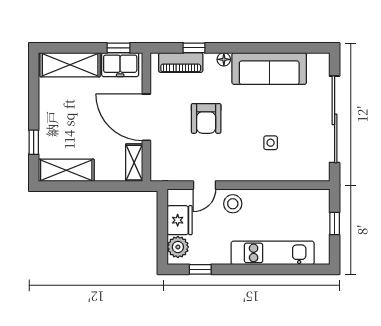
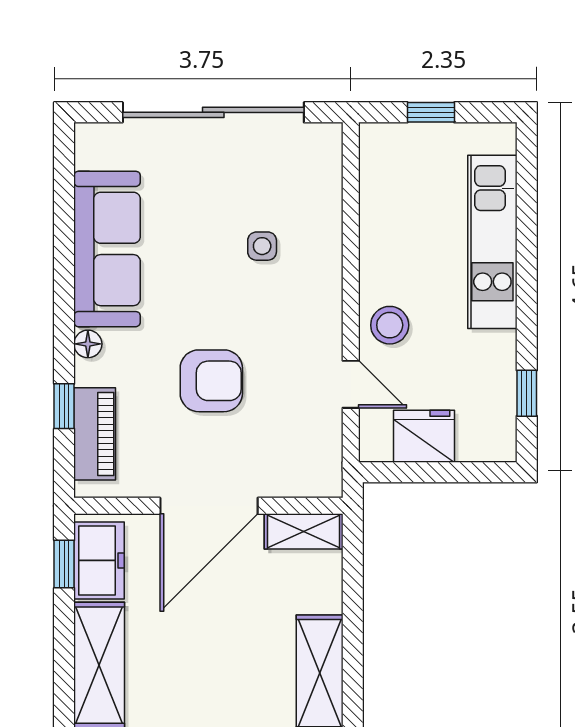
plant: (178, 247) -> (480, 440), removed

